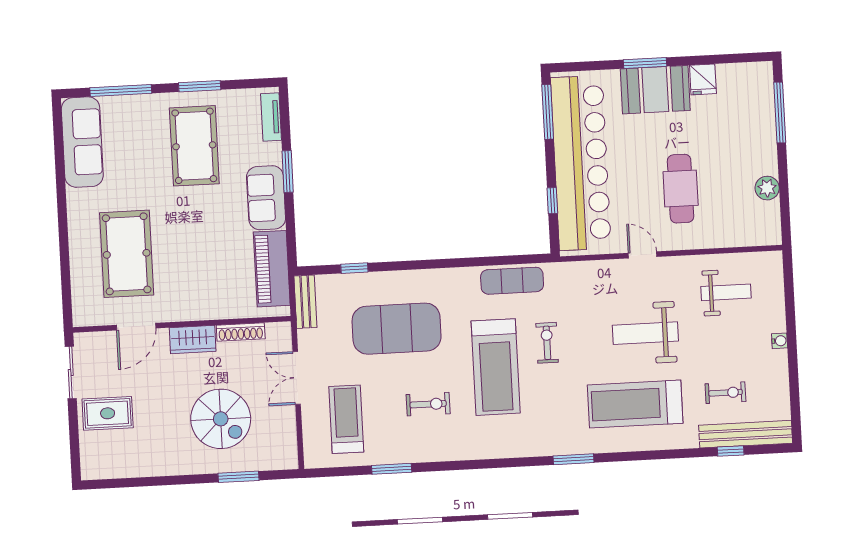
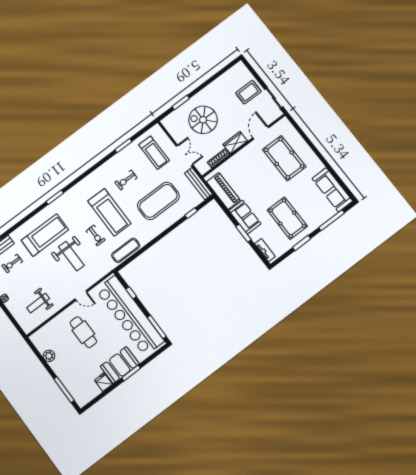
bench: (305, 302) -> (199, 184), width x1.36
weight bench: (645, 333) -> (71, 256), moved, turned 90
treadmill: (496, 367) -> (109, 212), turned 180

